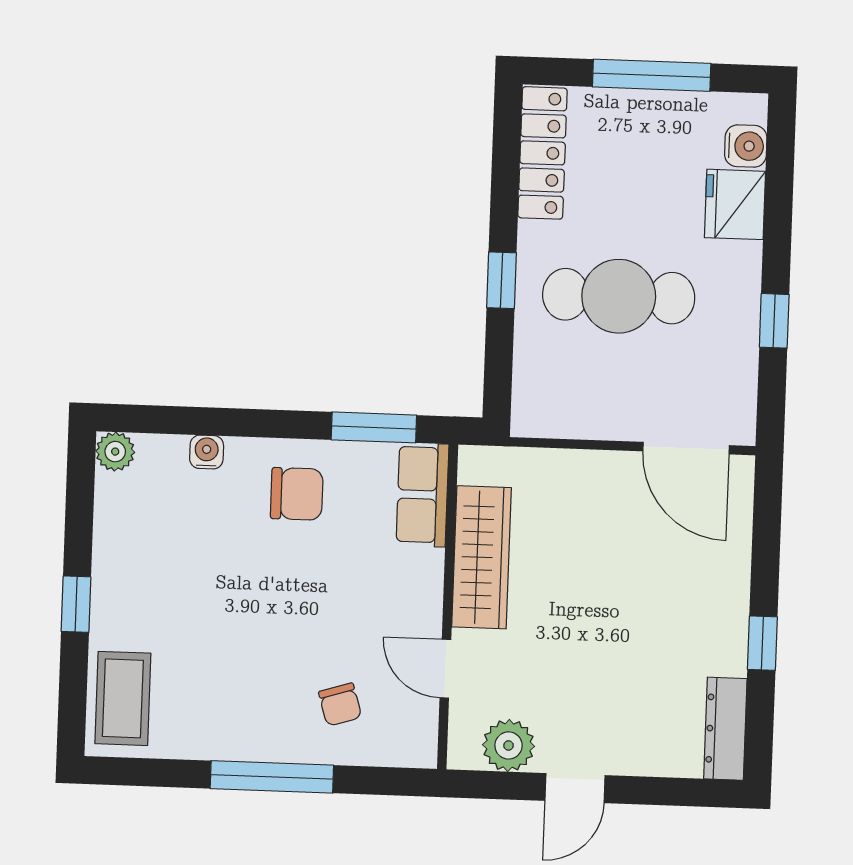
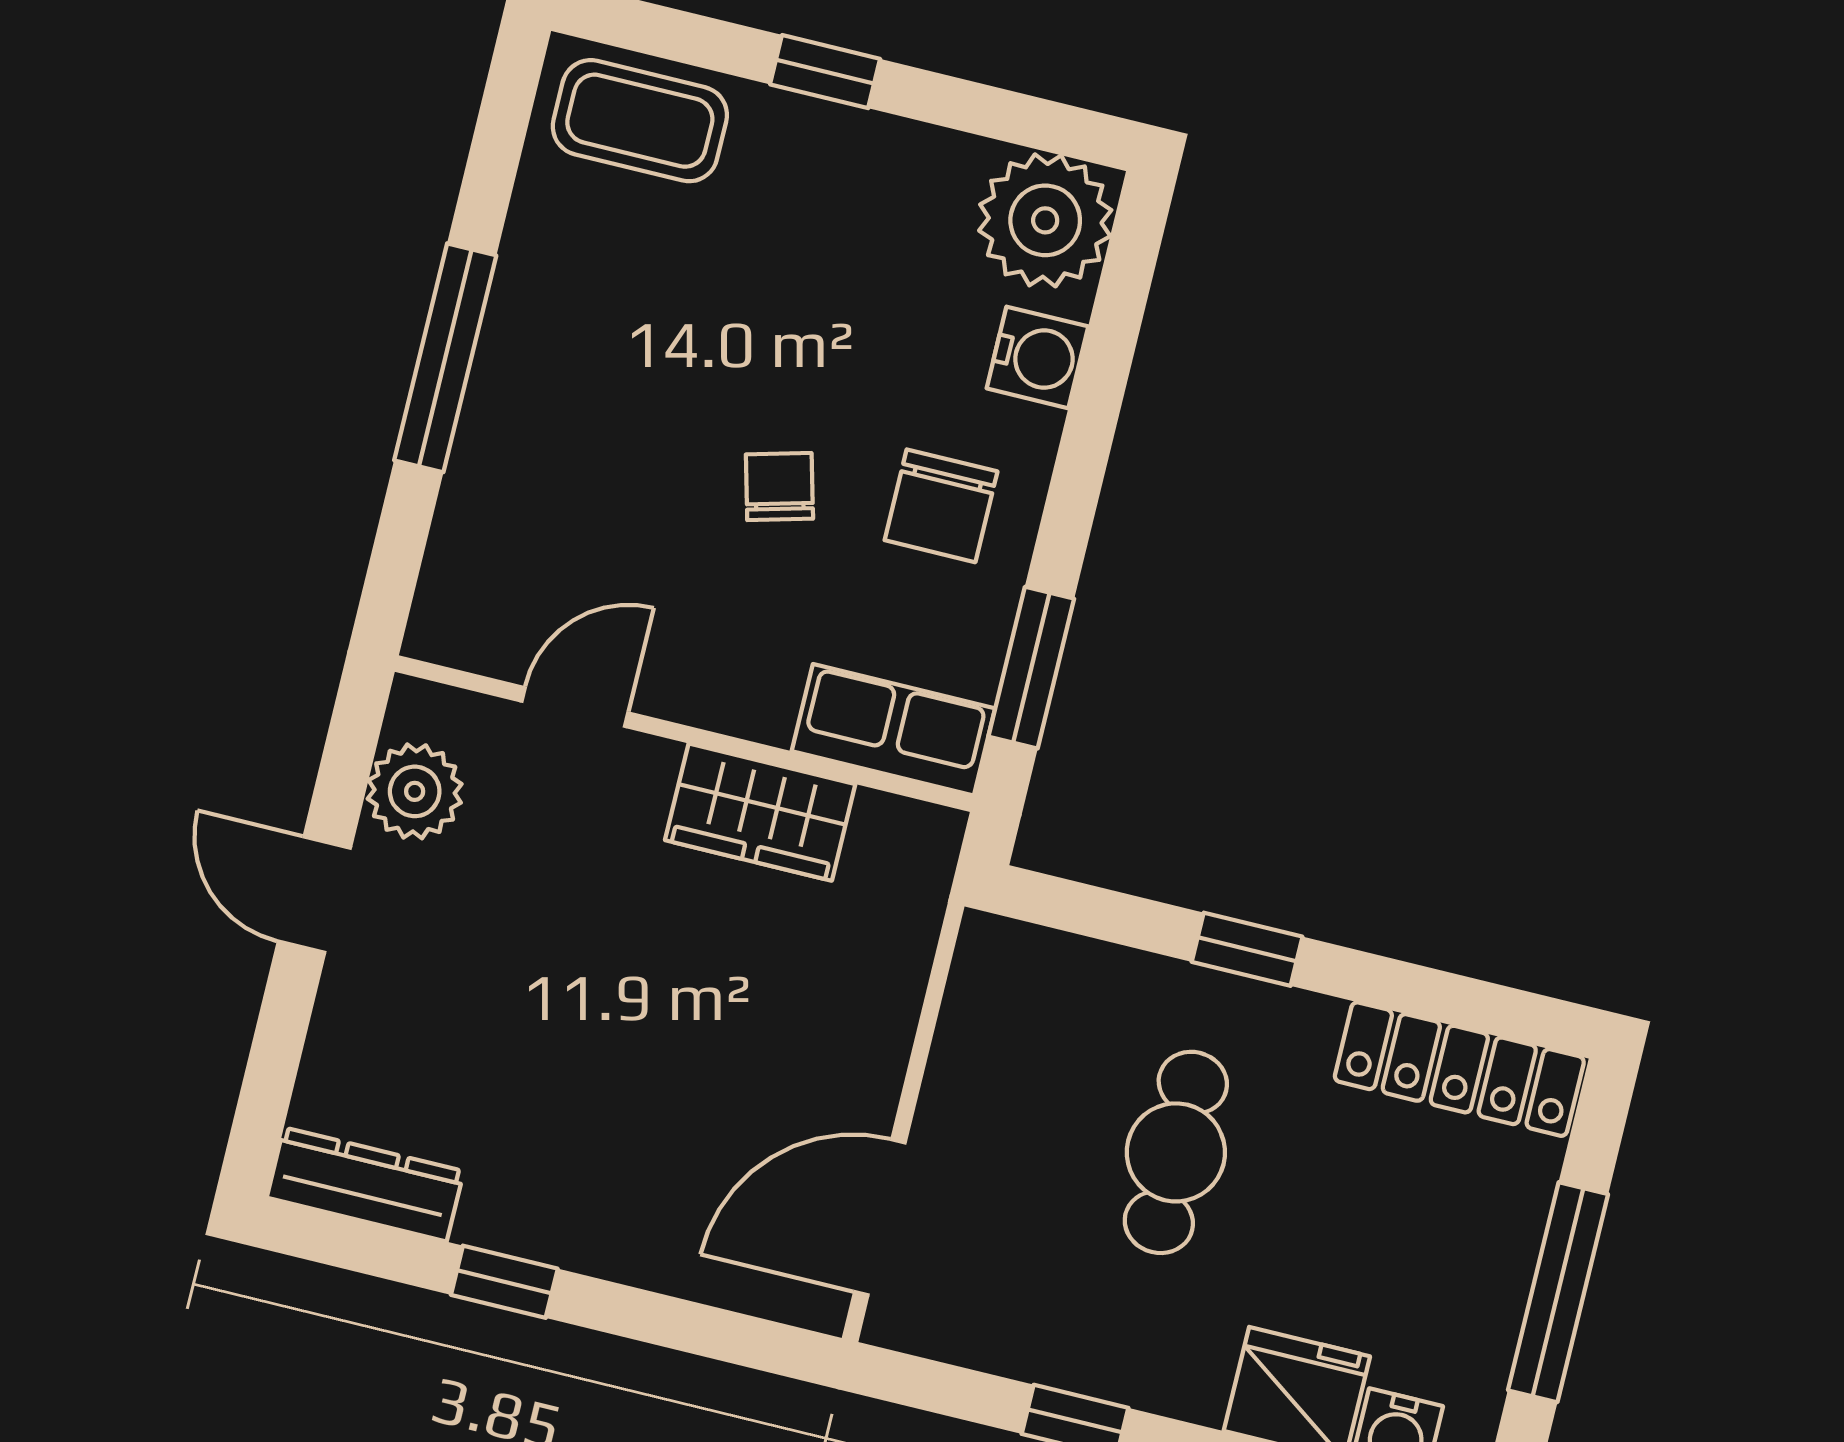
cafe table: (619, 296) -> (1176, 1152), width x0.73, depth x0.74
plant: (115, 452) -> (1045, 220), width x1.88, depth x1.88
water cooler: (207, 452) -> (1037, 357), width x1.38, depth x1.38
wardrobe: (482, 557) -> (760, 812), width x0.67
chair: (340, 704) -> (779, 487), moved, turned 92

